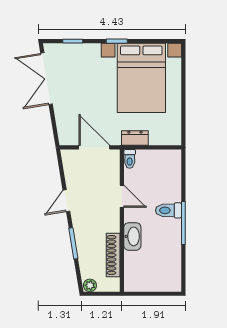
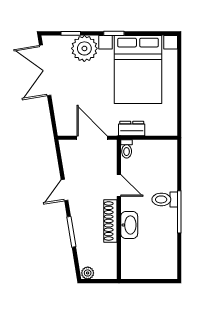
plant: (87, 56) -> (84, 48), added
shoe rack: (113, 255) -> (110, 221), moved

